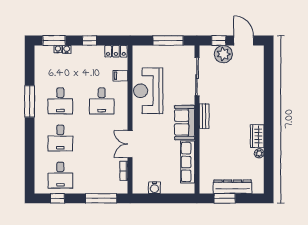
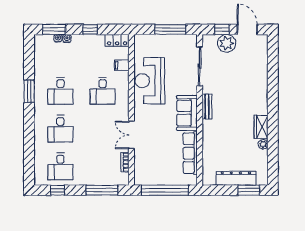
window: (30, 101) -> (29, 91), width x0.69
water cooler: (154, 188) -> (156, 179), removed
window: (163, 198) -> (165, 190), added
window: (225, 198) -> (249, 190), moved

